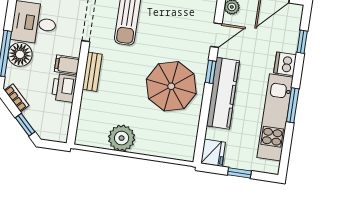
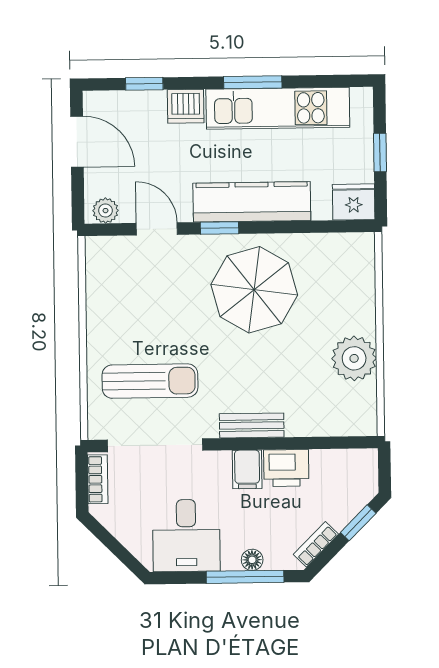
floor lamp: (20, 54) -> (252, 560), width x0.53, depth x0.53

